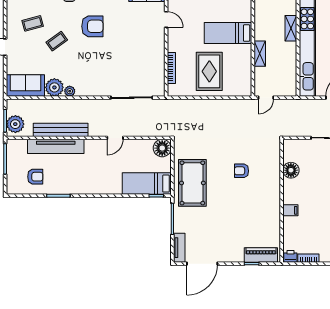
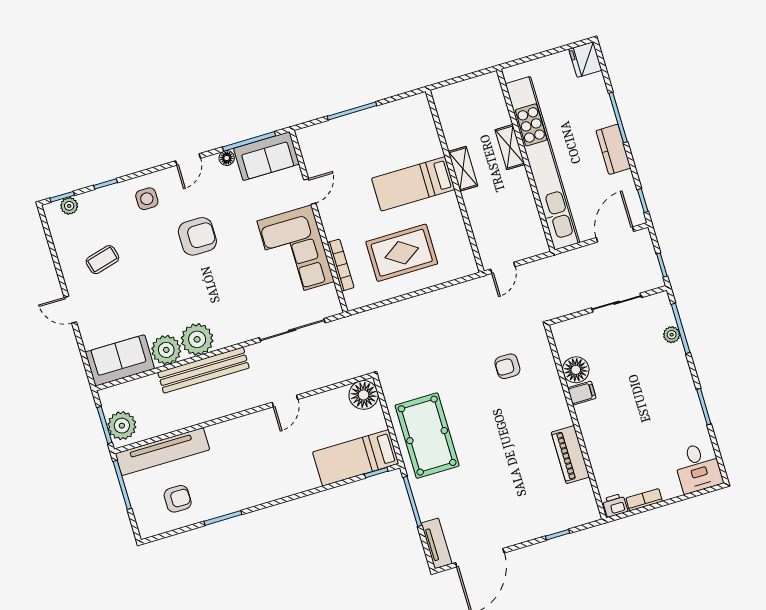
door: (166, 19) -> (310, 191), hinge flipped
coffee table: (57, 41) -> (148, 276), removed
corner sofa: (147, 52) -> (296, 251), added
shelving: (260, 54) -> (463, 169), moved
rug: (209, 71) -> (402, 253), turned 90
plant: (70, 91) -> (197, 339), width x1.88, depth x1.88
bench: (61, 130) -> (203, 370), moved
tv unit: (56, 146) -> (162, 452), moved
armchair: (241, 171) -> (507, 366), moved
filing cabinet: (290, 210) -> (582, 393), moved
piano: (261, 255) -> (570, 455), moved, turned -90

